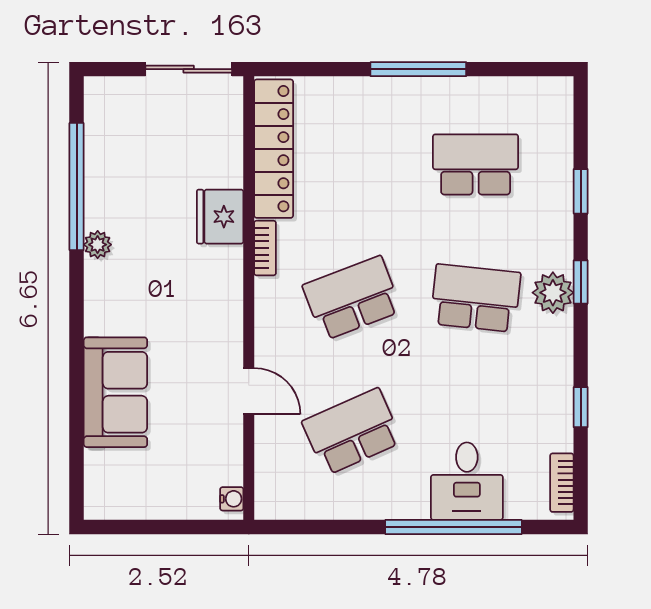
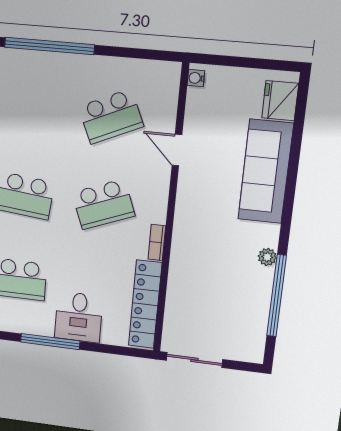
fridge: (220, 217) -> (280, 101), moved, turned 180
sofa: (115, 392) -> (266, 171), width x1.36
desk: (467, 481) -> (79, 317), moved, turned 180

